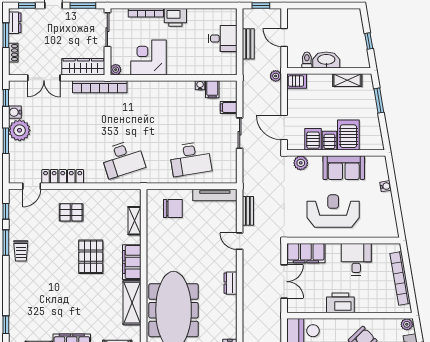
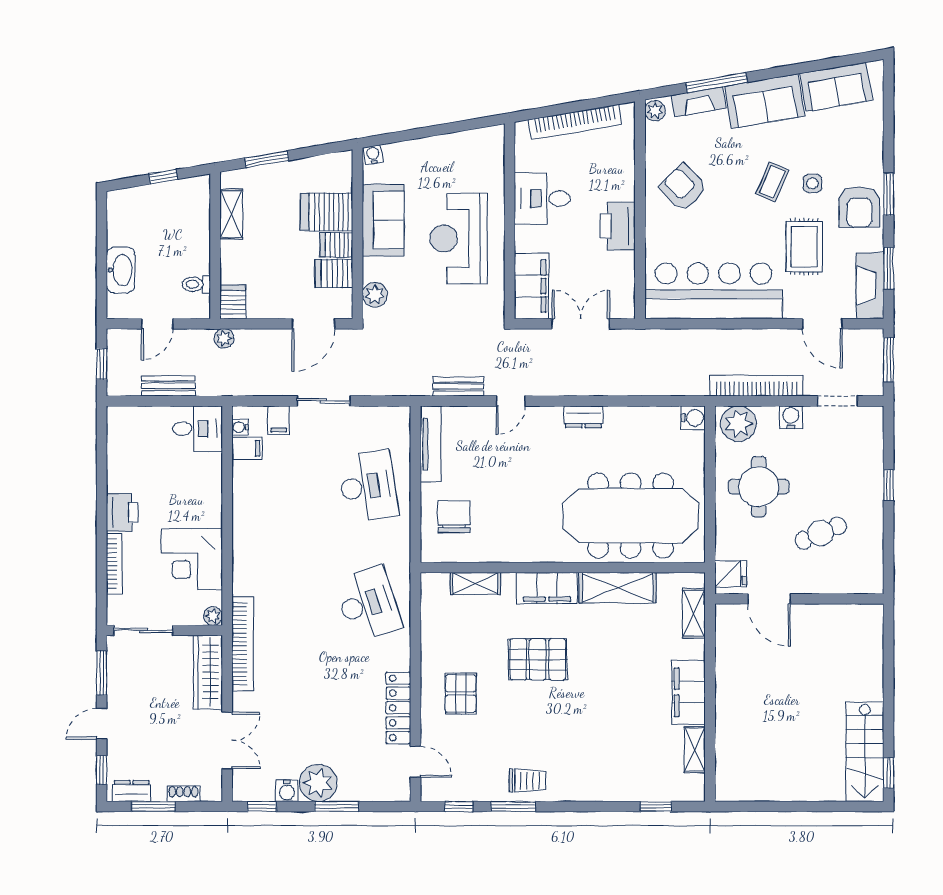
desk: (223, 38) -> (198, 429), moved, turned 90
washbasin: (326, 60) -> (121, 270), moved, turned 180
water cooler: (200, 85) -> (240, 427), moved
water cooler: (386, 186) -> (373, 155), moved

